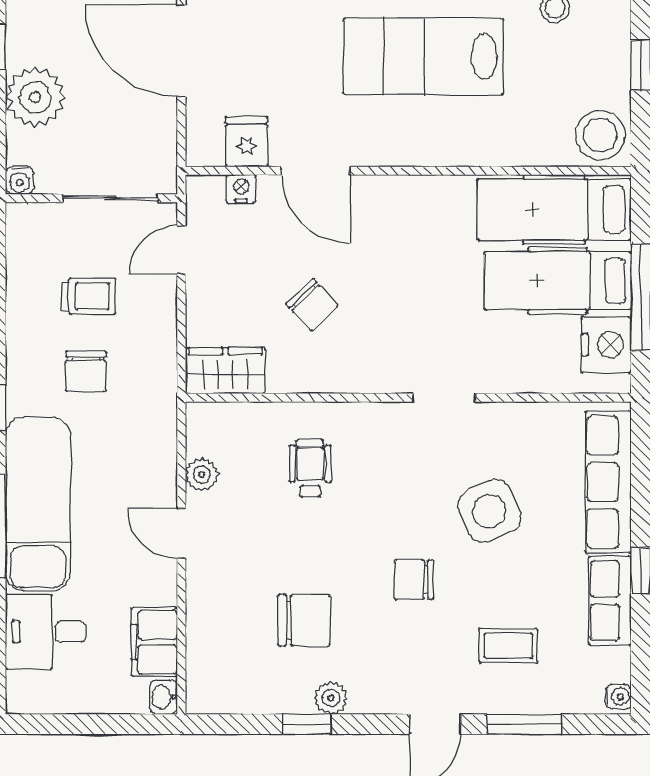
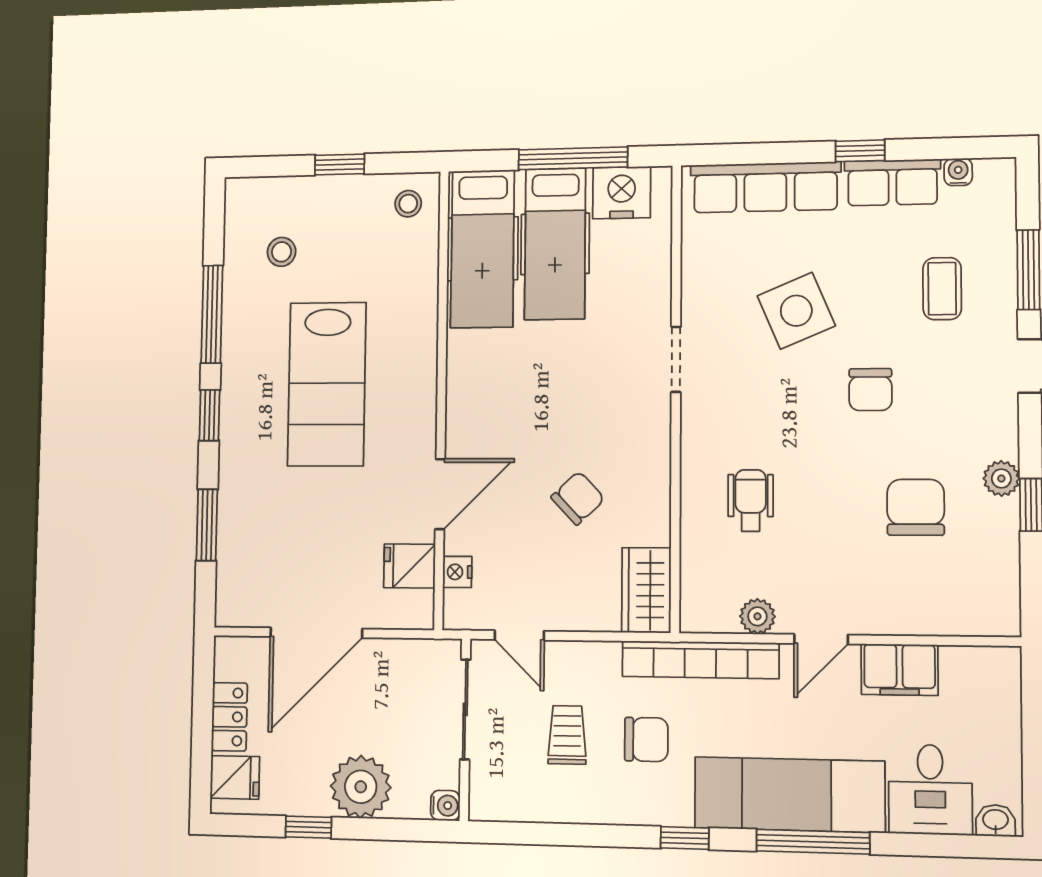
stool: (600, 135) -> (408, 204), width x0.53, depth x0.53
bookcase: (161, 422) -> (700, 660), added
wheelchair: (310, 468) -> (751, 501), turned 90
filing cabinet: (154, 642) -> (900, 670), moved
washbasin: (163, 697) -> (995, 820), moved, turned 180
water cooler: (618, 697) -> (958, 172), moved

